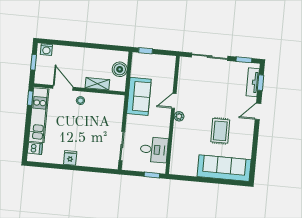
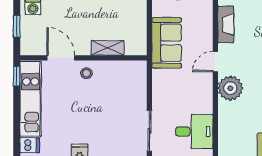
boiler: (120, 69) -> (137, 25), removed
fireplace: (184, 75) -> (226, 24), added
sofa: (139, 96) -> (167, 43), moved
plant: (179, 116) -> (230, 88), width x1.87, depth x1.87

